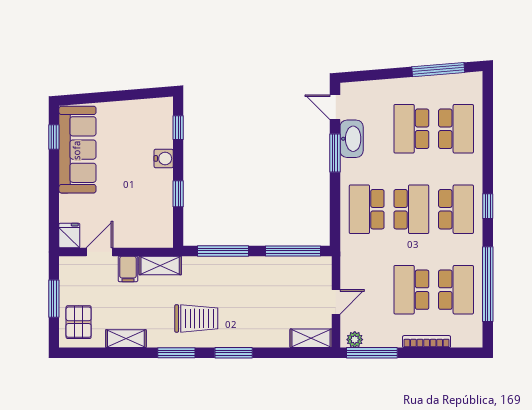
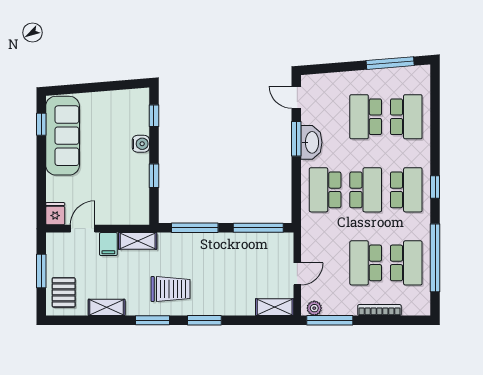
washbasin: (352, 139) -> (311, 142), moved

